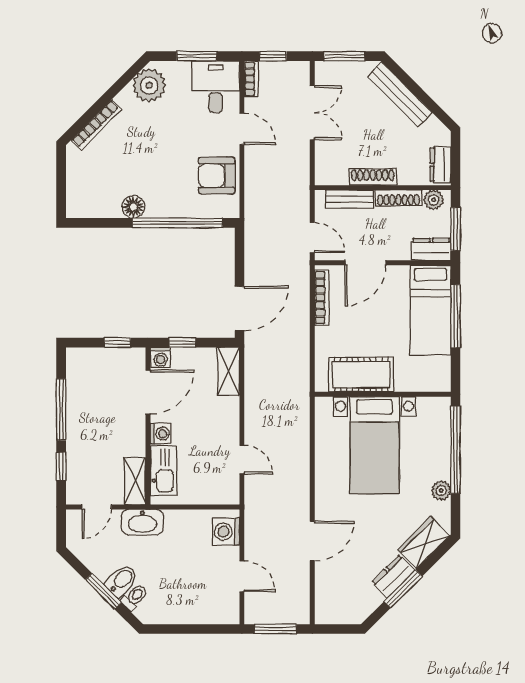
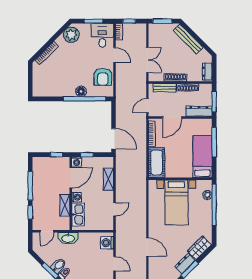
double door: (312, 113) -> (147, 60), moved
armchair: (217, 176) -> (103, 77), turned -90
plant: (434, 200) -> (204, 88), removed
floor lamp: (133, 207) -> (81, 91), moved
door: (312, 238) -> (147, 106), swing flipped
dresser: (431, 249) -> (199, 111), width x1.44
door: (240, 309) -> (113, 139), hinge flipped
bed: (430, 310) -> (202, 157), moved, turned 180
shelving: (229, 371) -> (108, 179), moved
cot: (361, 375) -> (157, 163), moved, turned 90
door: (242, 460) -> (115, 209), hinge flipped
shelving: (135, 481) -> (65, 205), moved
plant: (441, 491) -> (207, 195), moved
door: (312, 541) -> (147, 247), hinge flipped

